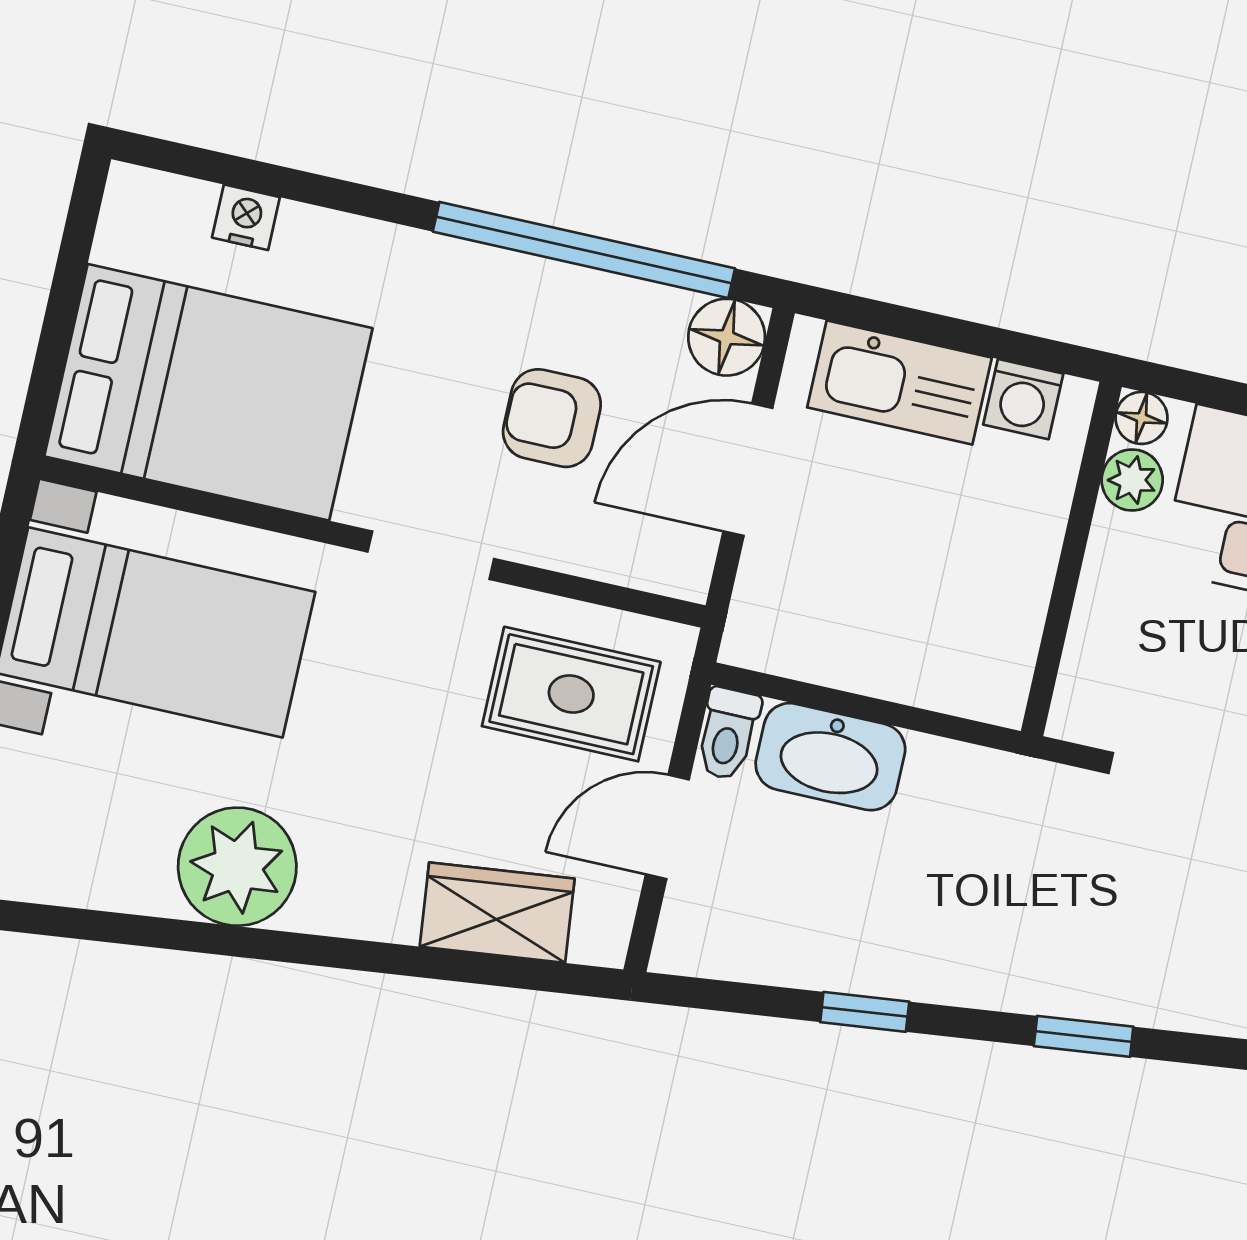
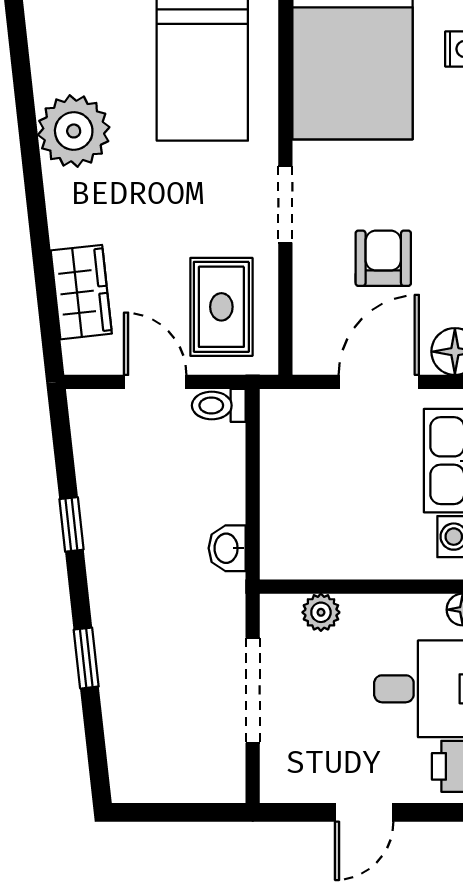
door: (748, 470) -> (379, 382), hinge flipped
plant: (1132, 480) -> (321, 612), moved
washbasin: (830, 757) -> (227, 548), moved, width x0.52, depth x0.69

